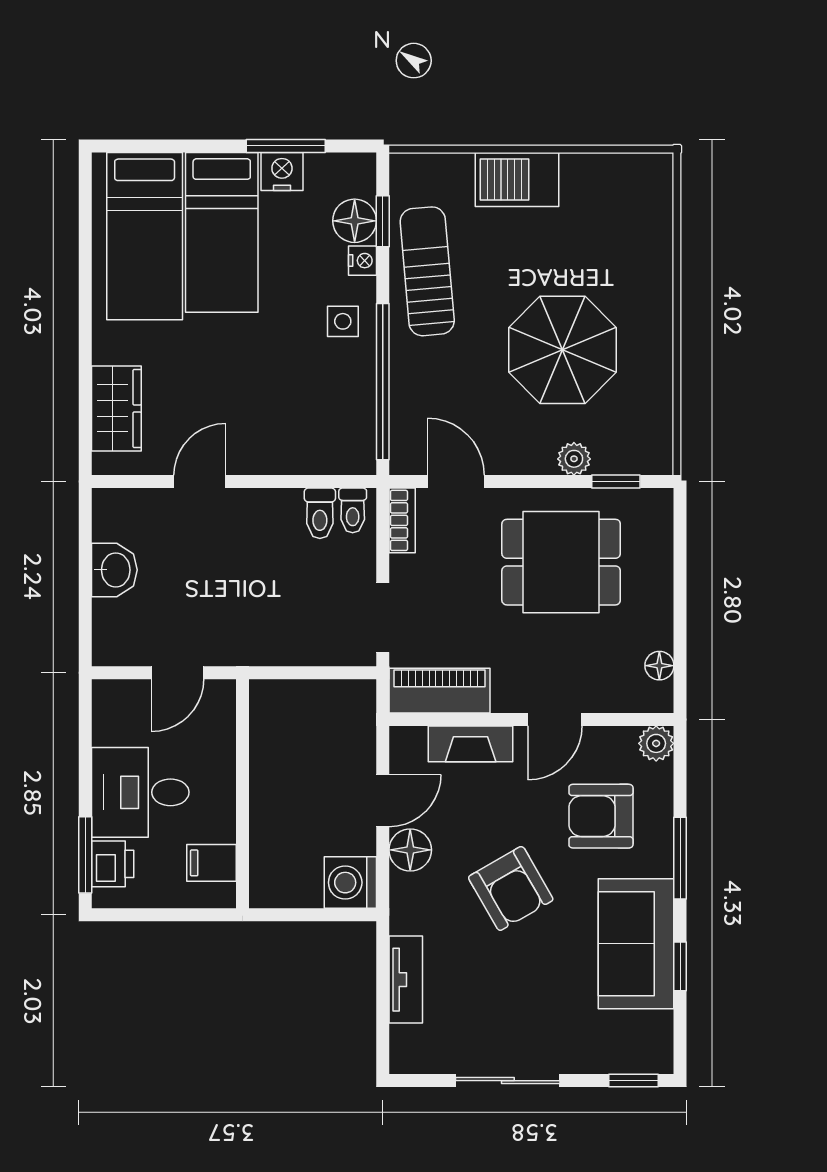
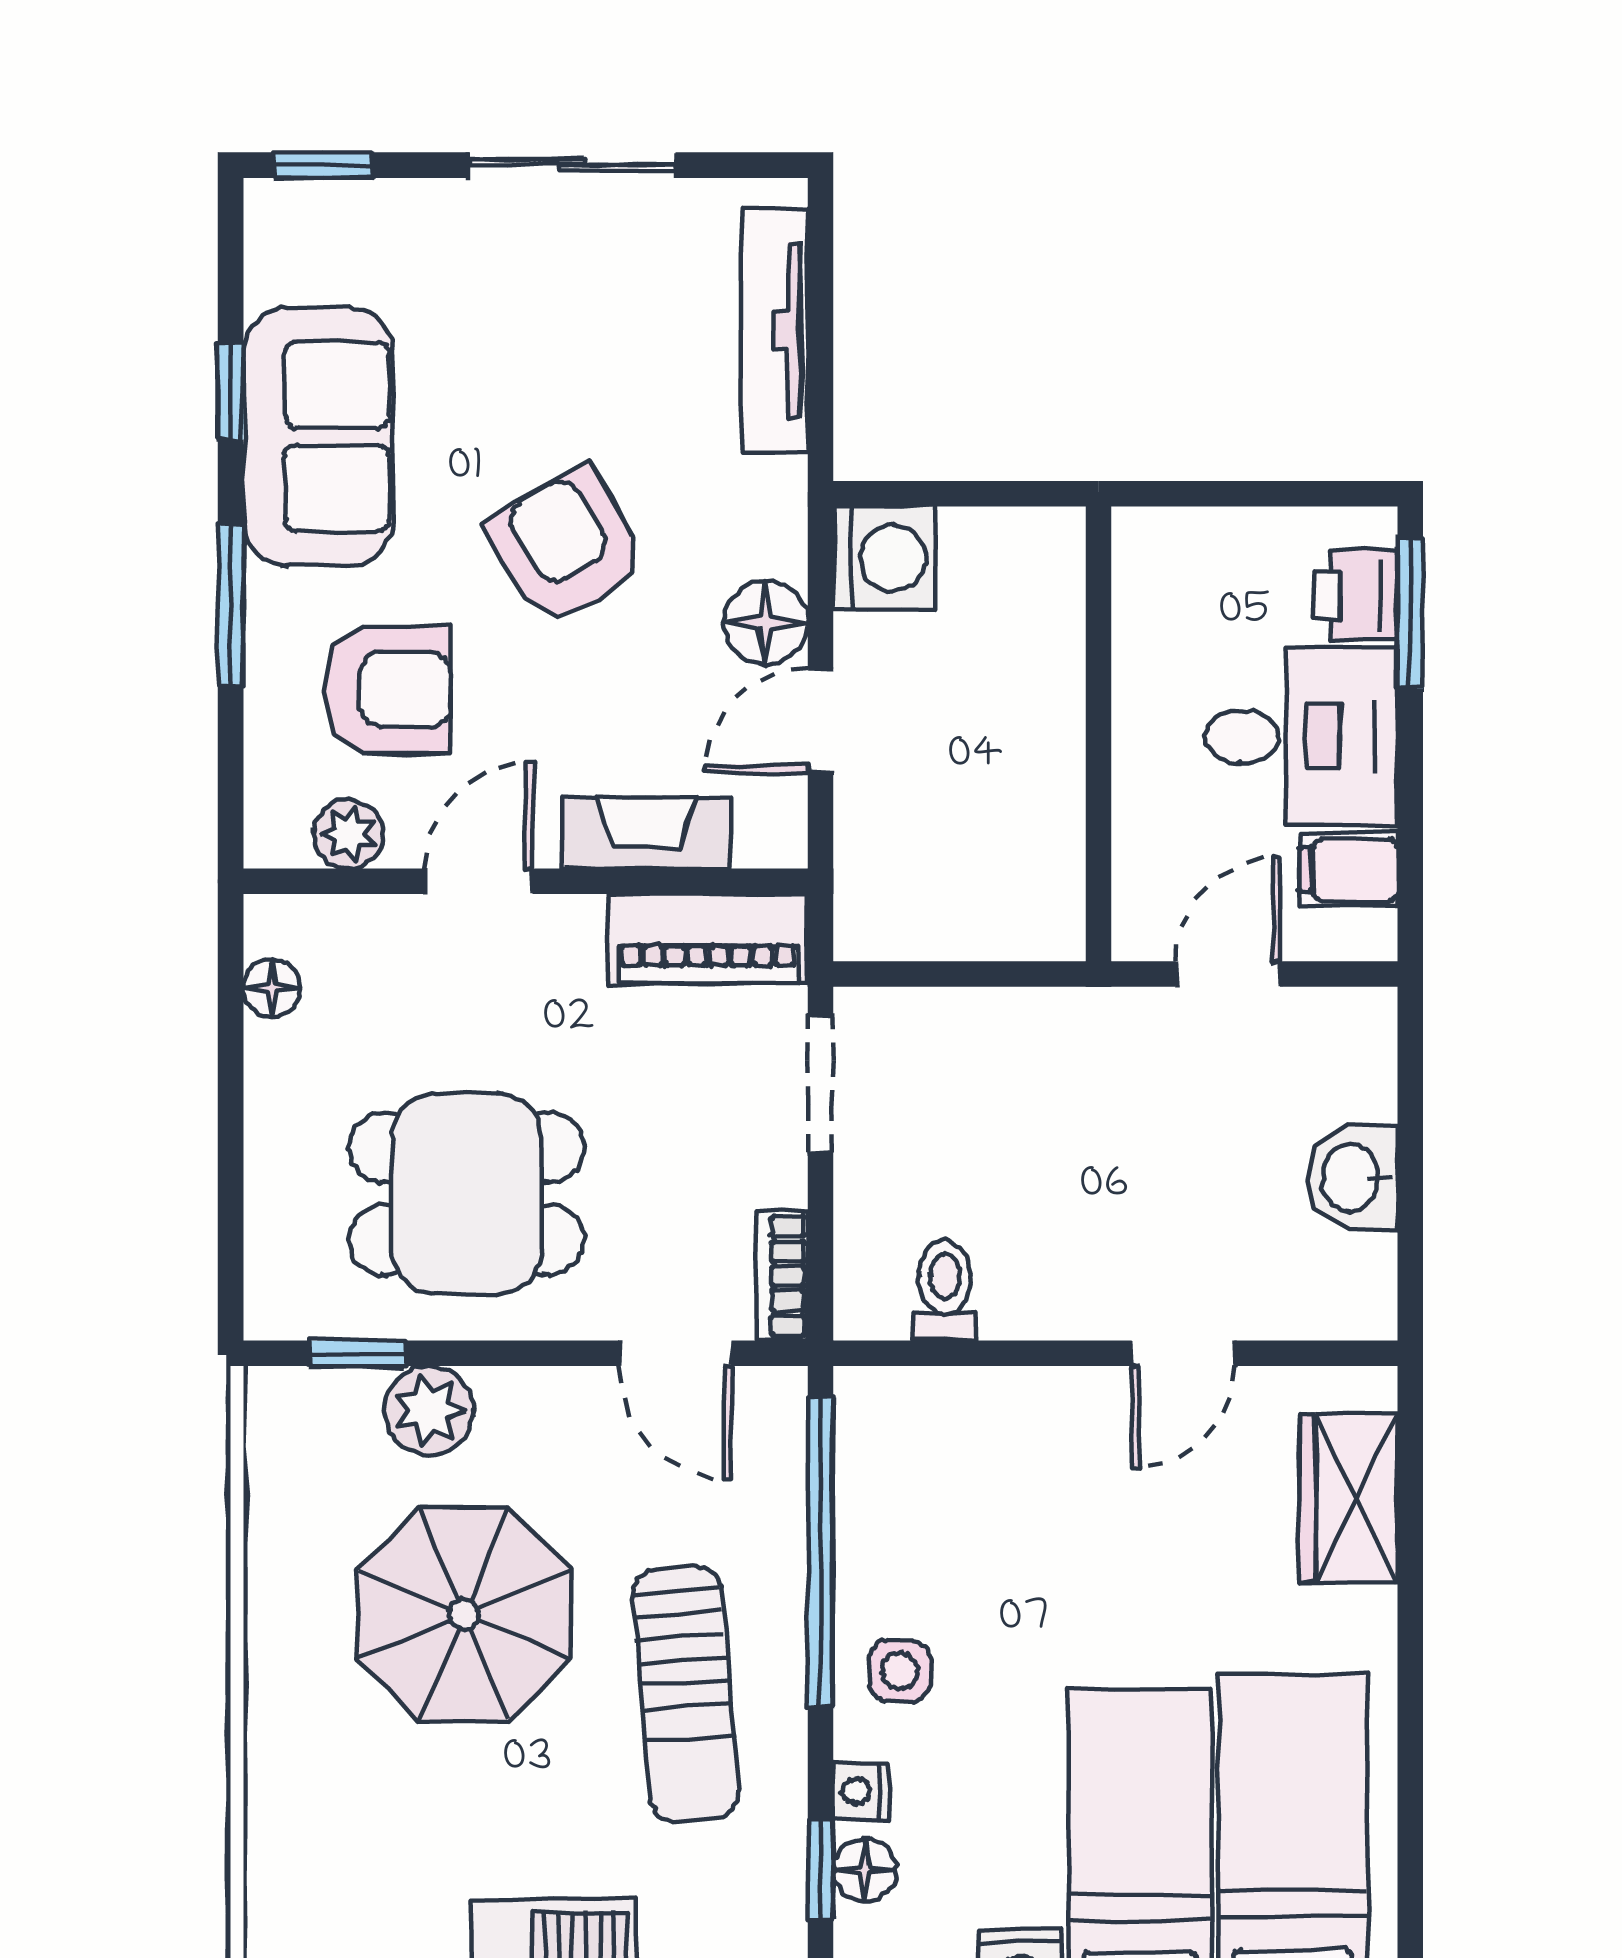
floor lamp: (355, 221) -> (865, 1870), width x0.73, depth x0.73
sun lounger: (427, 271) -> (686, 1694), moved
plant: (574, 459) -> (429, 1410), width x1.38, depth x1.38
toilet: (353, 510) -> (880, 1296), removed
plant: (656, 743) -> (348, 834), moved
filing cabinet: (211, 863) -> (1349, 870), moved, turned 180
tv unit: (406, 980) -> (775, 330), width x1.41

